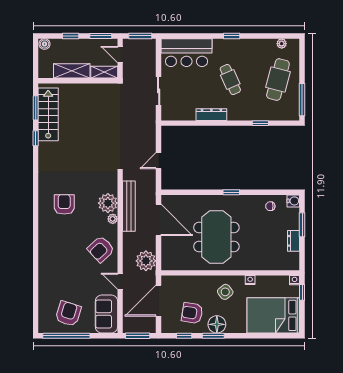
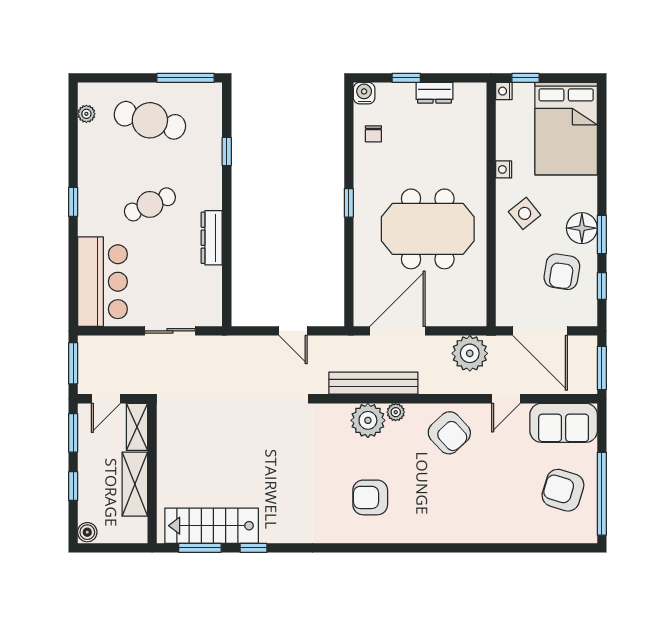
window: (302, 225) -> (406, 78), width x0.67

